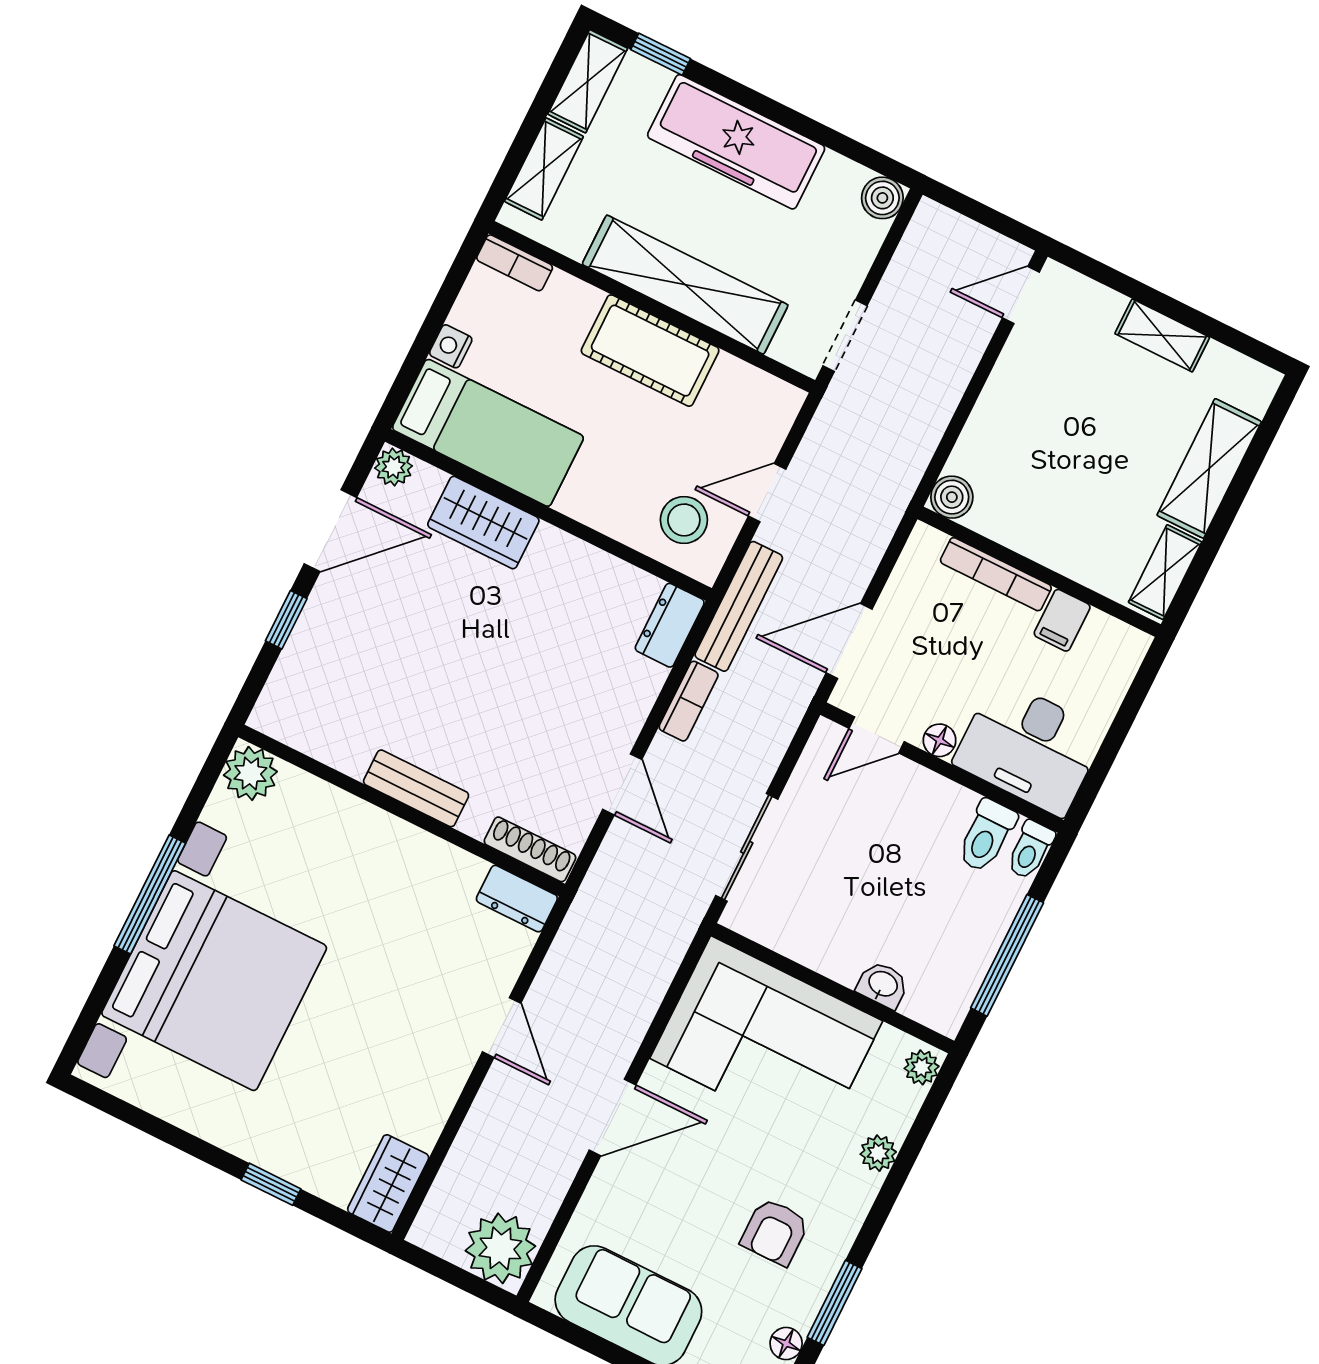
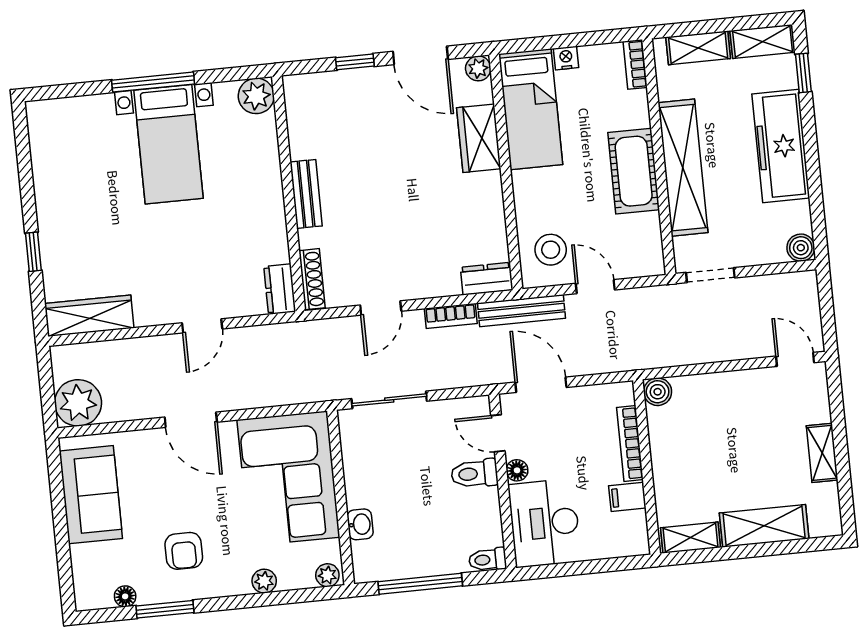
toilet: (987, 836) -> (474, 474), moved
bed with nightstands: (214, 981) -> (168, 144), width x0.54
wardrobe: (388, 1183) -> (89, 316), width x1.50
armchair: (775, 1232) -> (184, 551), turned -90

